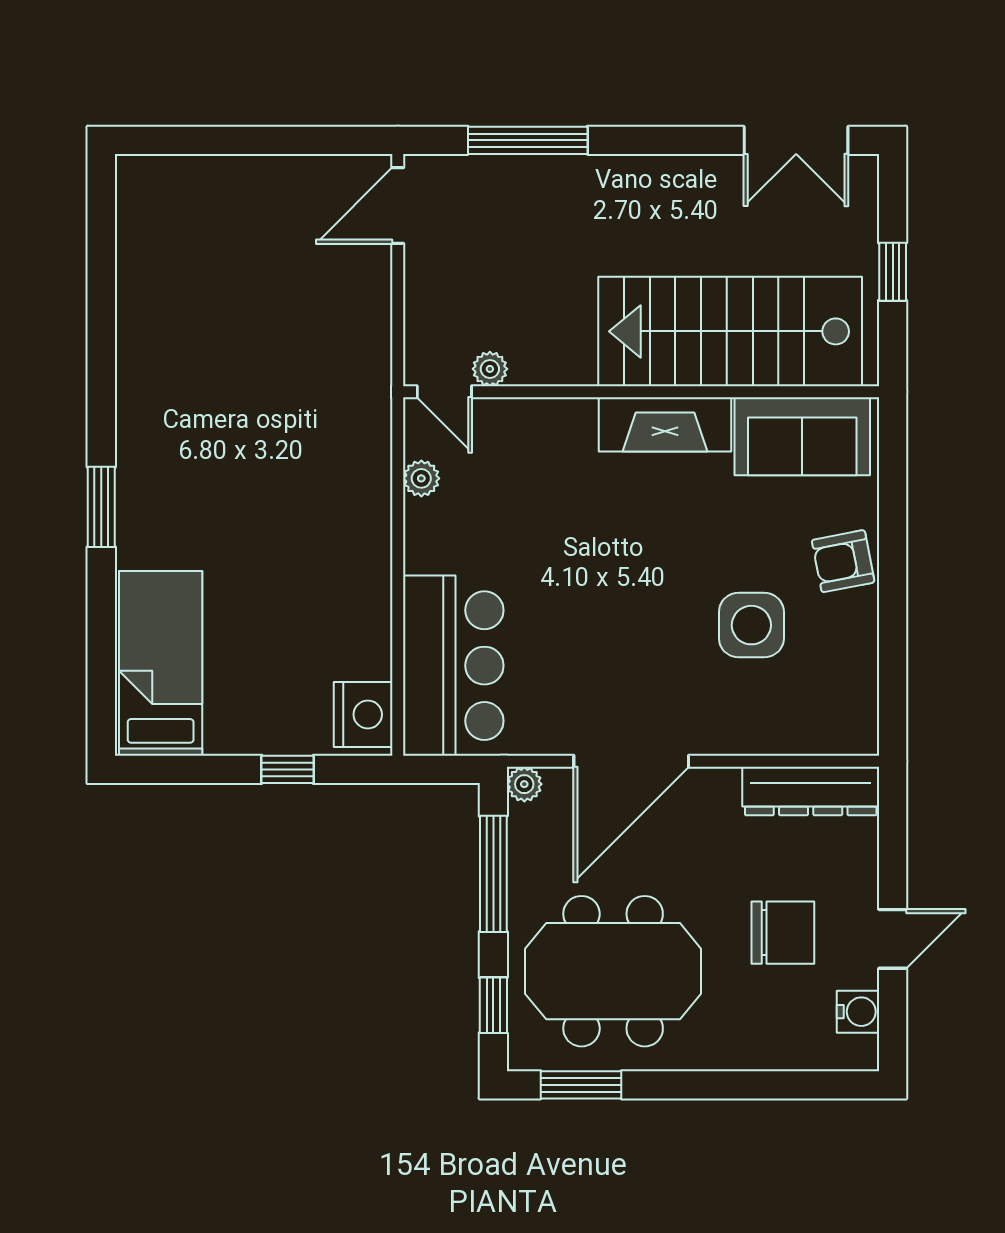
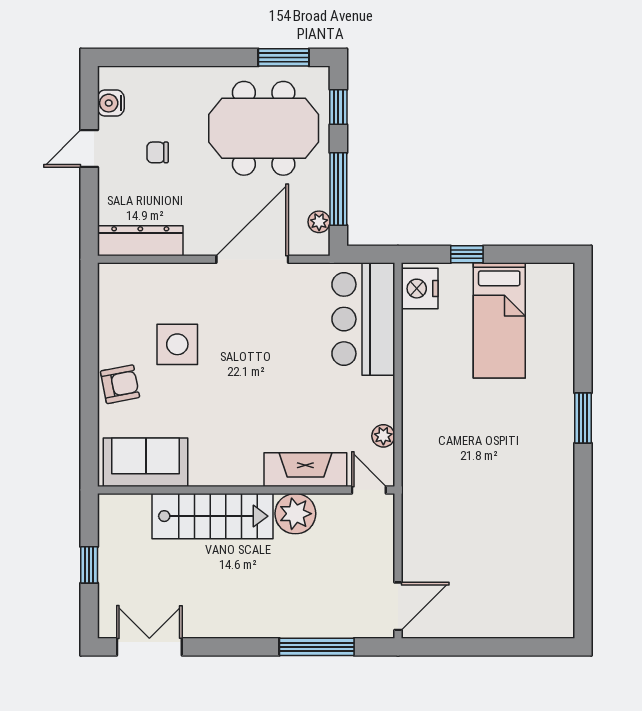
stairs: (730, 331) -> (212, 516), width x0.73, depth x0.66
plant: (490, 369) -> (295, 514), moved, width x1.87, depth x1.87
fireplace: (665, 424) -> (305, 470), moved
bed: (161, 663) -> (499, 320), moved
plant: (524, 784) -> (319, 222), moved
chair: (783, 933) -> (158, 152), width x0.54, depth x0.54

